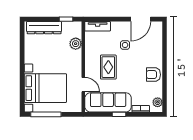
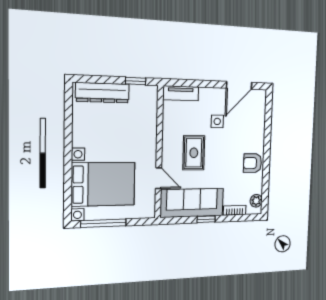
plant: (76, 44) -> (149, 118), removed

